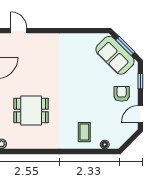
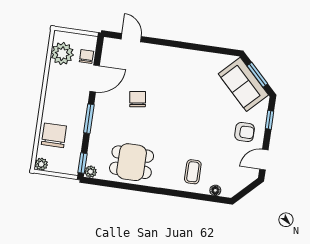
chair: (31, 80) -> (138, 99), added
armchair: (122, 94) -> (245, 132), turned 90
dining table: (31, 110) -> (132, 162), moved

